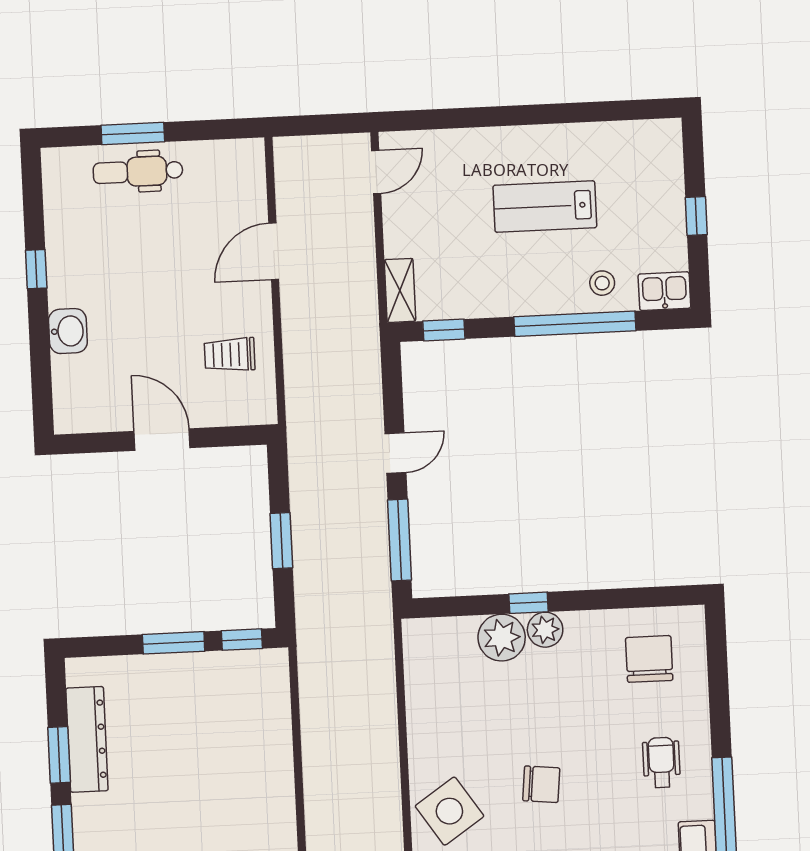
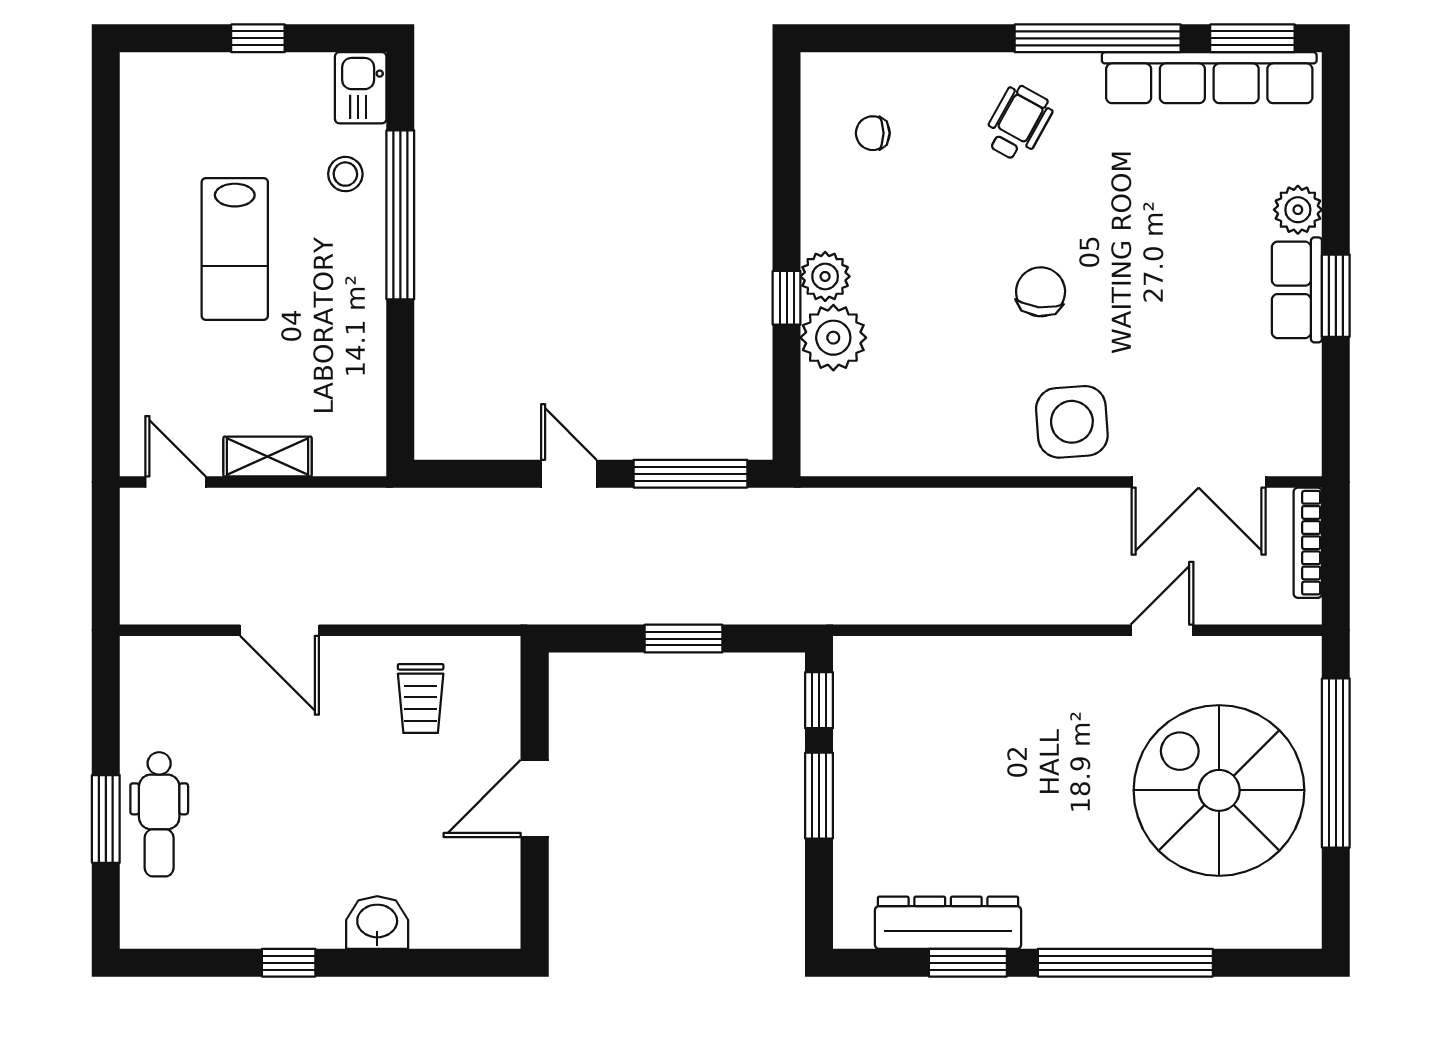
shelving: (400, 290) -> (268, 457), moved
window: (444, 330) -> (400, 398), removed
chair: (649, 659) -> (873, 133), width x0.54, depth x0.54
wheelchair: (661, 762) -> (1018, 123), turned 119
side table: (449, 811) -> (1072, 422), turned 30

